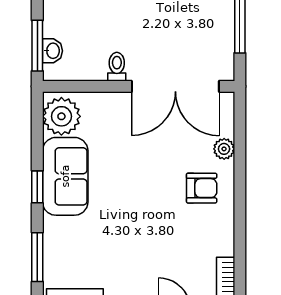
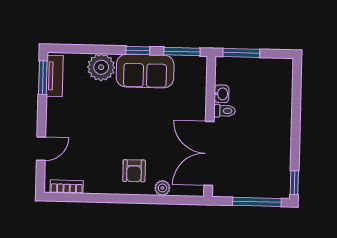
washbasin: (52, 51) -> (222, 94), moved, turned -90
plant: (61, 116) -> (101, 67), moved
window: (37, 257) -> (182, 51), moved

